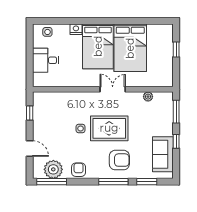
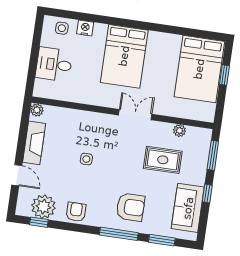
nightstand: (76, 29) -> (85, 28), moved
bed: (130, 48) -> (199, 69), moved
plant: (38, 97) -> (37, 110), added
window: (30, 113) -> (23, 129), removed
fireplace: (39, 122) -> (34, 143), added
rug: (109, 128) -> (163, 160), moved, width x0.73, depth x0.70
window: (52, 182) -> (39, 222), width x0.46

